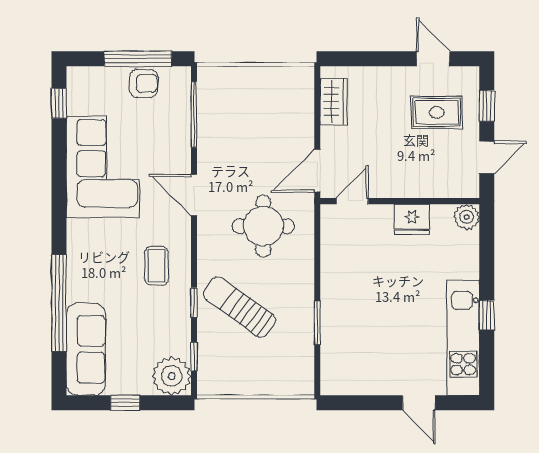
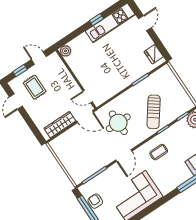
wardrobe: (334, 101) -> (60, 125), width x1.50
fridge: (412, 219) -> (154, 54), moved, turned 180

